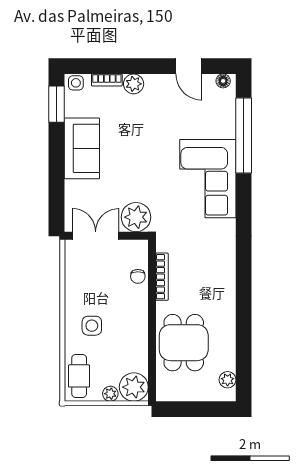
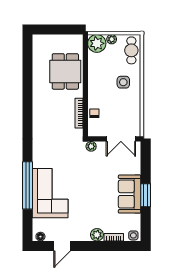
door: (189, 66) -> (62, 246), swing flipped
window: (56, 104) -> (146, 195), moved
window: (244, 135) -> (28, 185), moved
corner sofa: (208, 179) -> (50, 193), moved
plant: (136, 217) -> (91, 146), width x0.53, depth x0.53
plant: (228, 380) -> (38, 48), removed

